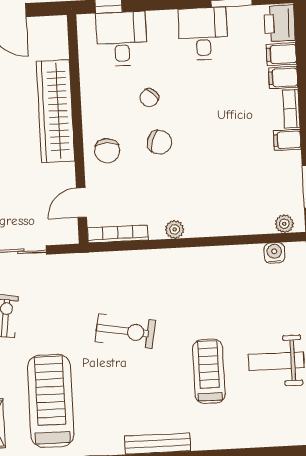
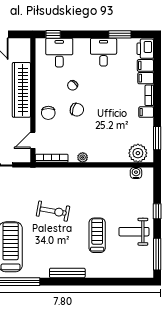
plant: (284, 224) -> (138, 153), width x1.88, depth x1.88

